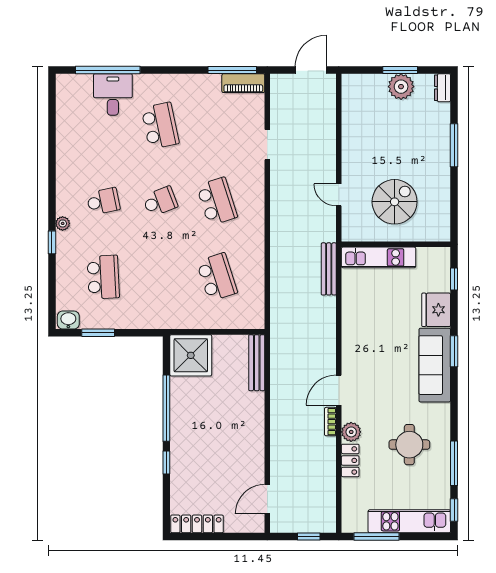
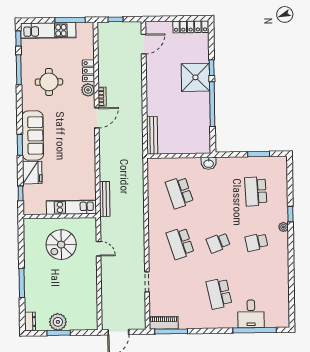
washbasin: (68, 320) -> (209, 163), moved
shower: (191, 355) -> (195, 77), moved

